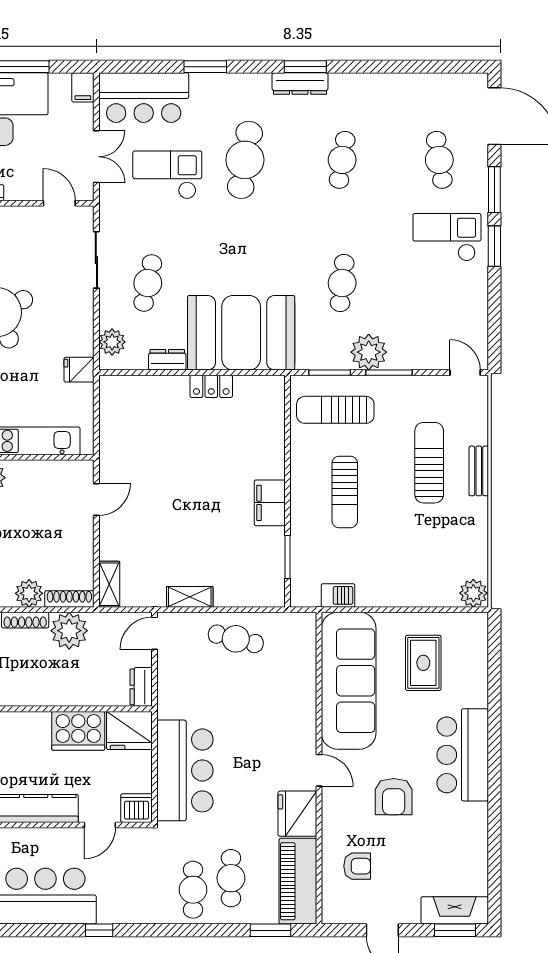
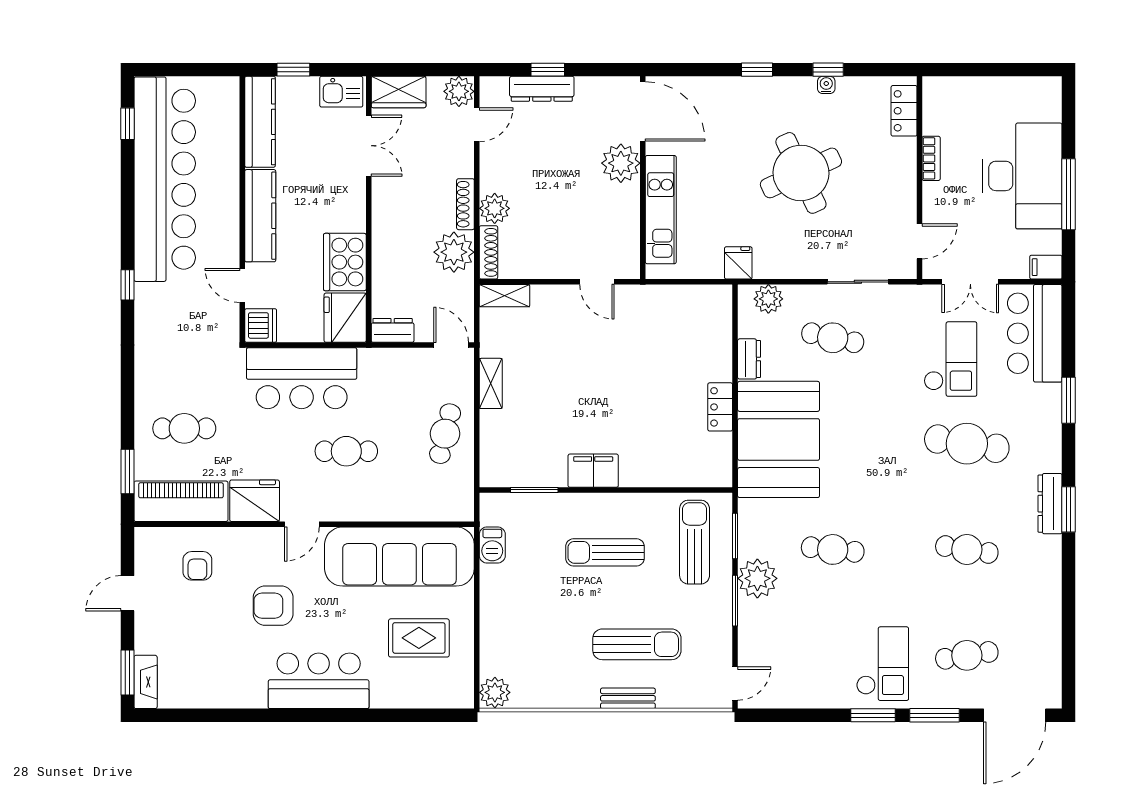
cafe table: (193, 890) -> (346, 451), moved
fireplace: (455, 910) -> (146, 682), width x0.73, depth x0.76

